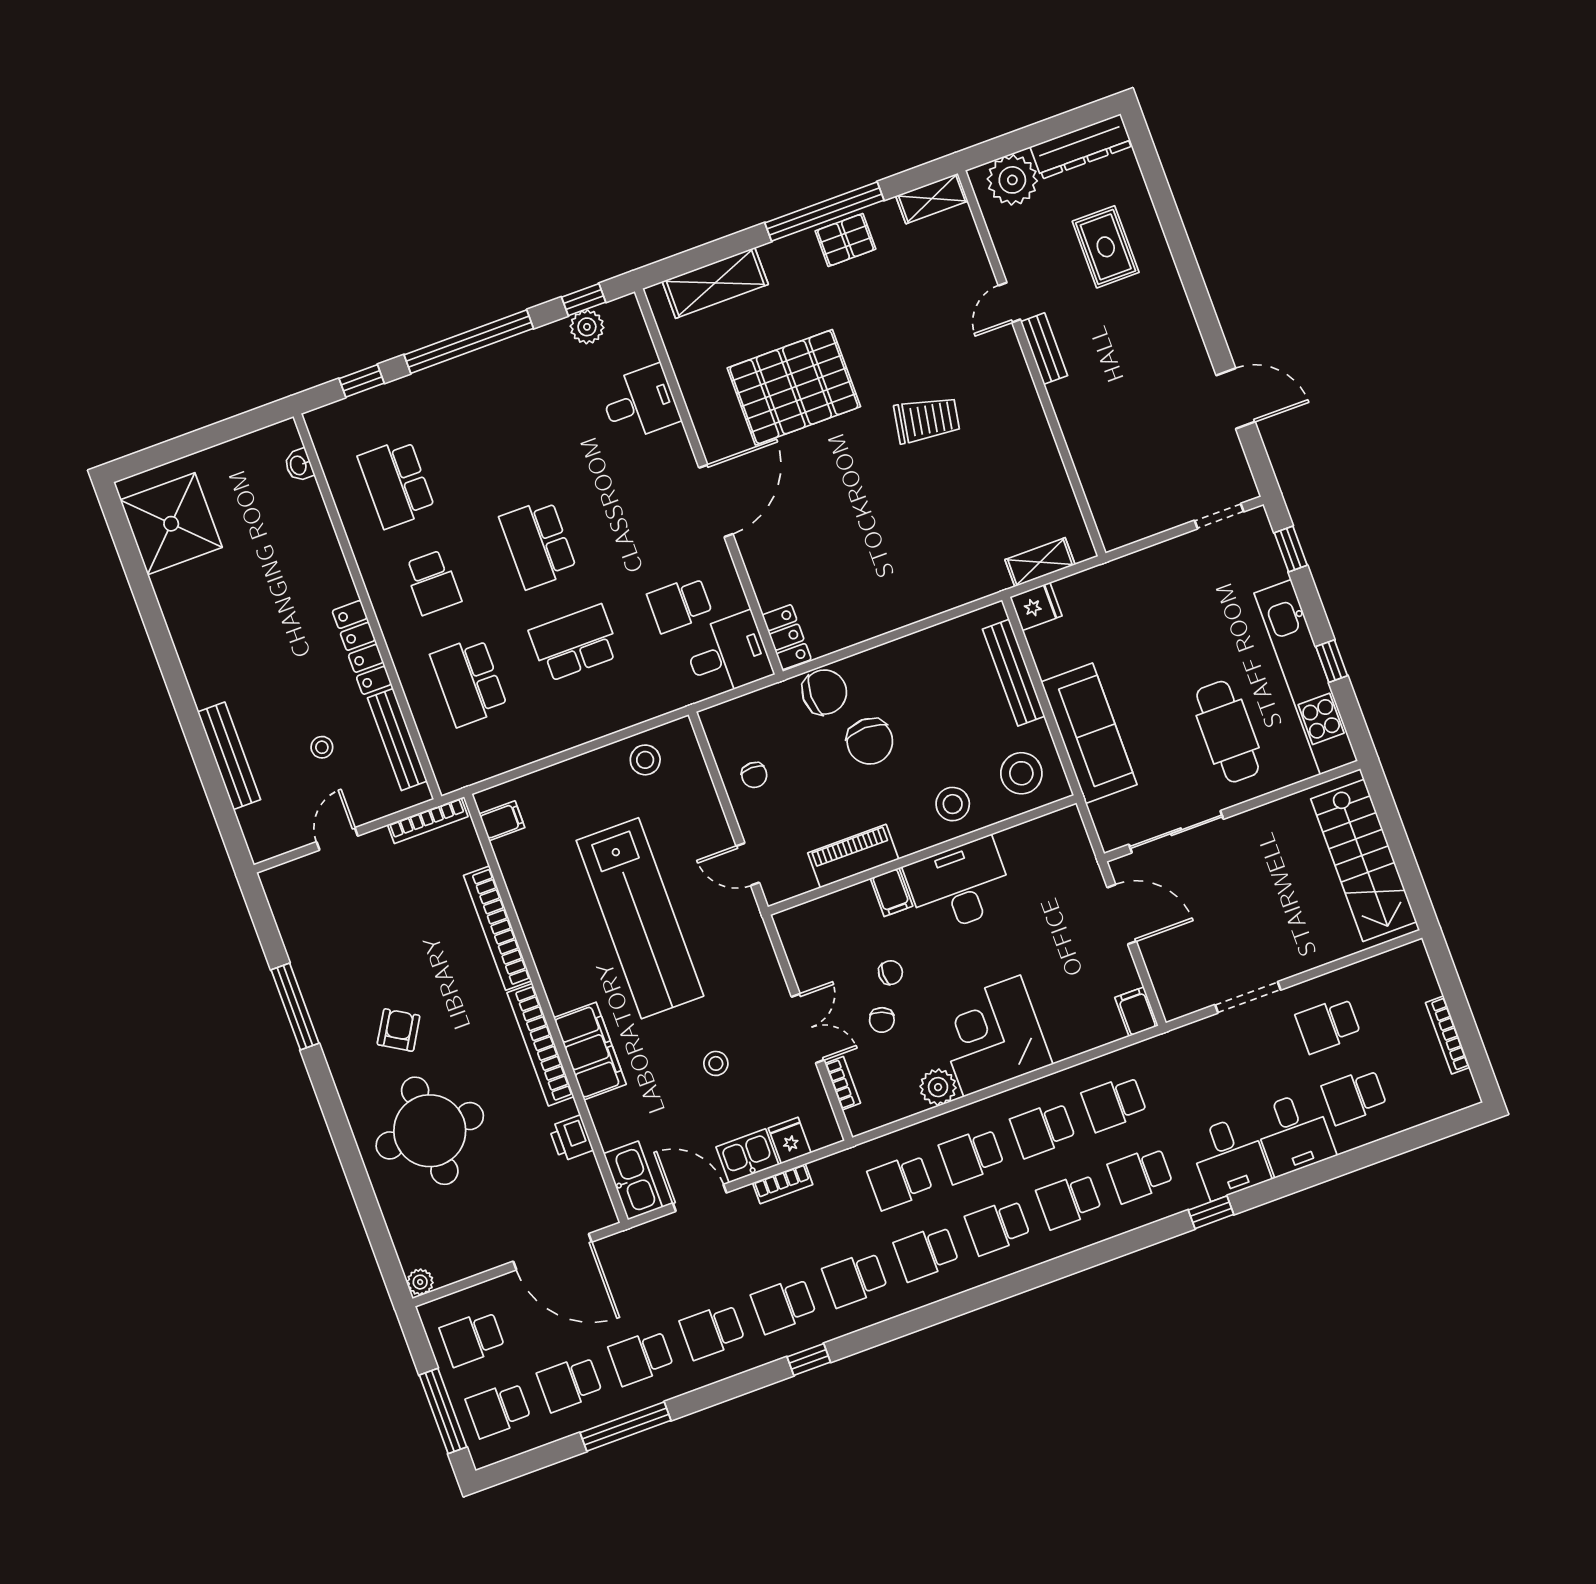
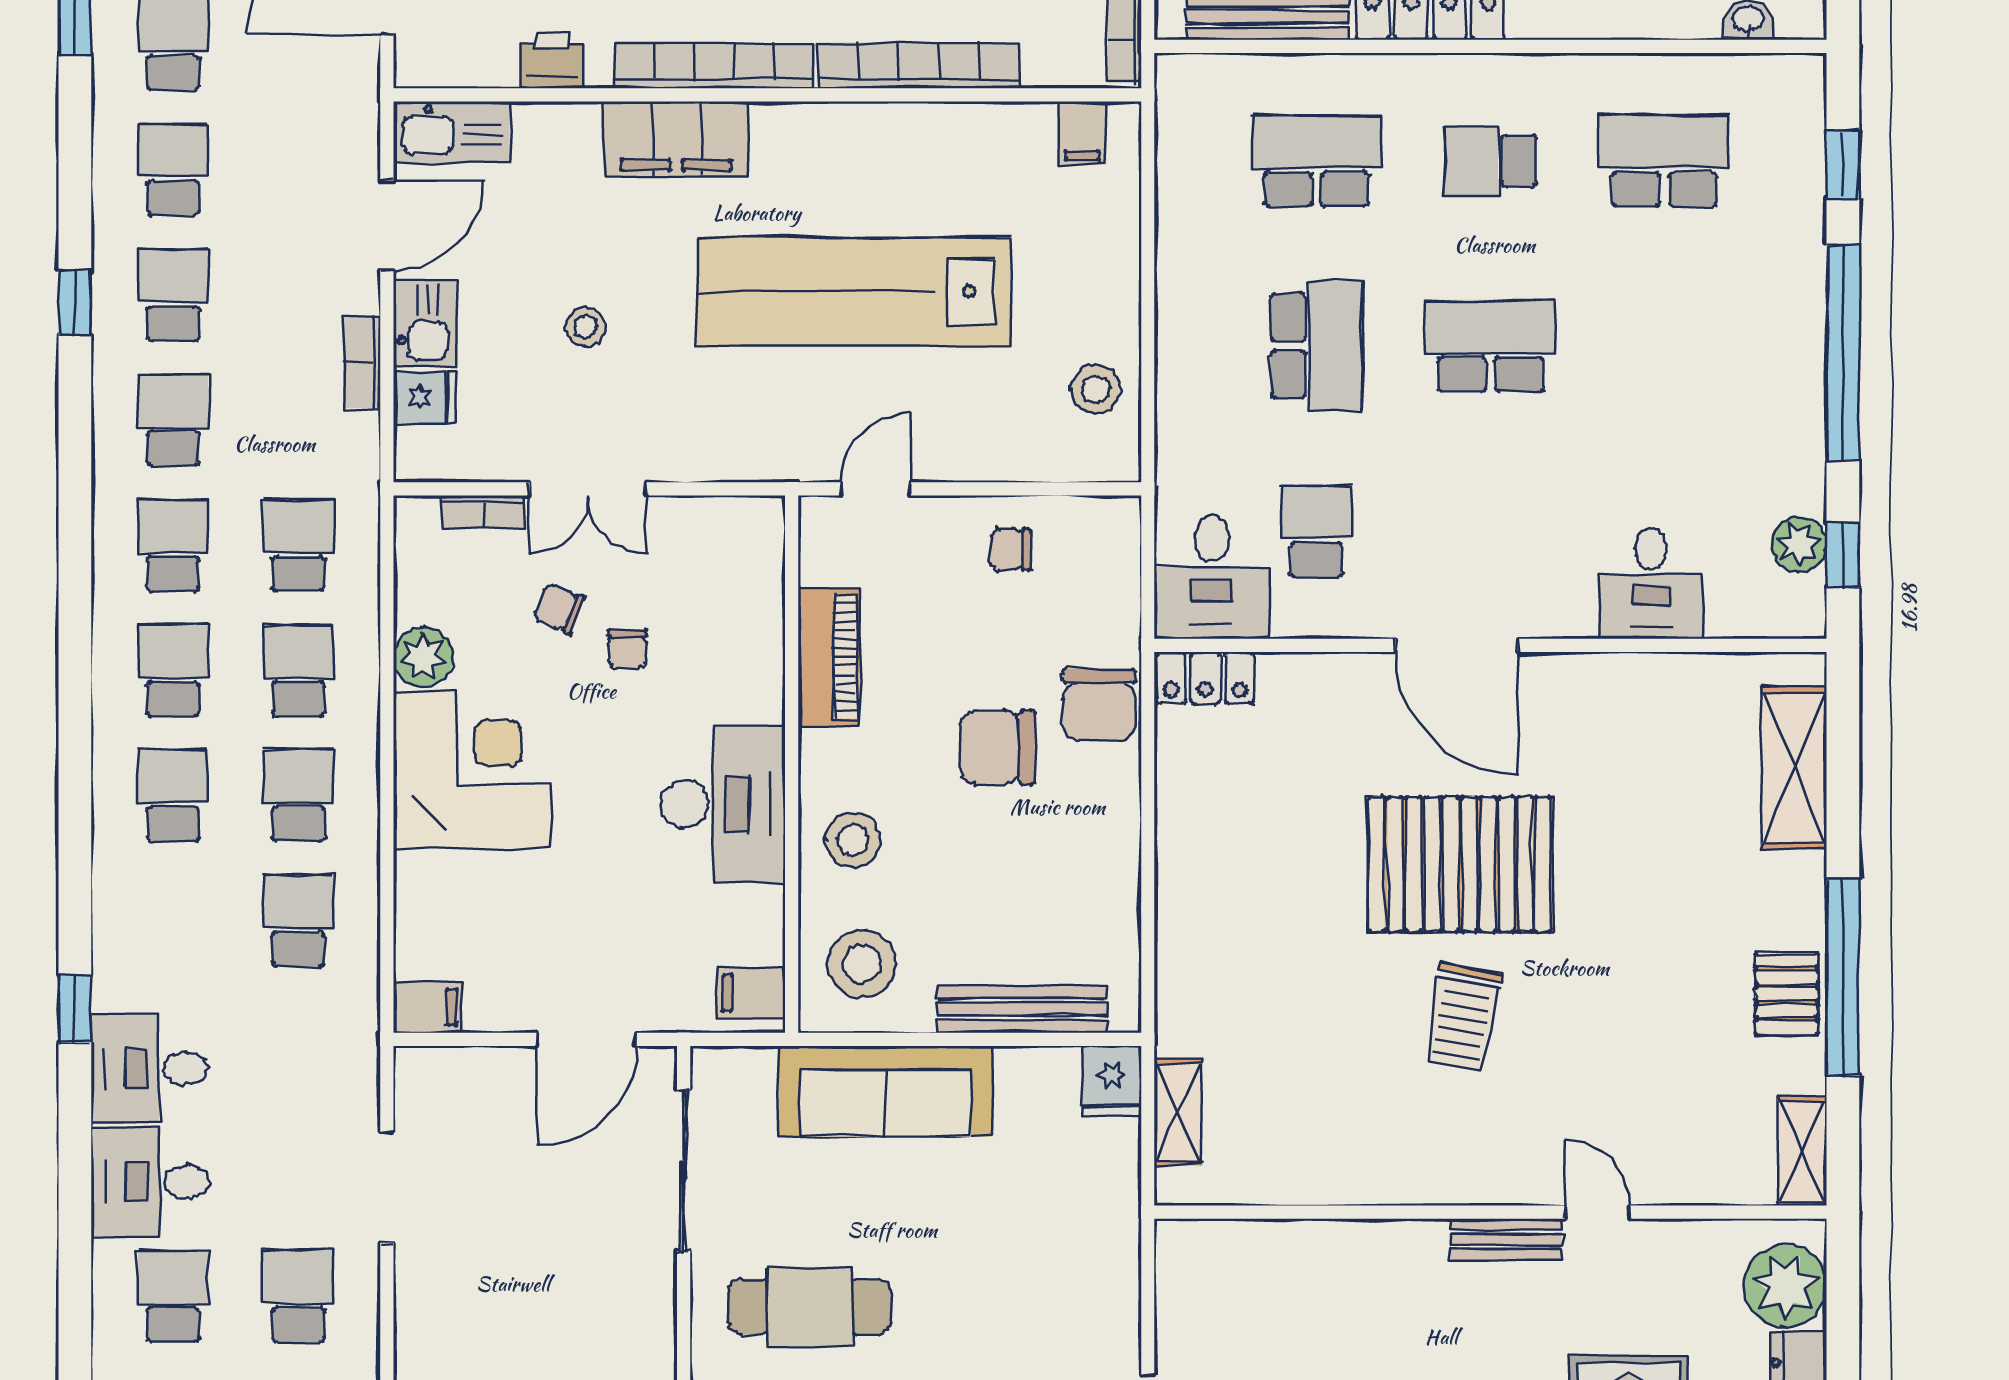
pallet: (794, 387) -> (1460, 864), moved, turned 90
filing cabinet: (891, 892) -> (751, 993), moved
school desk: (1140, 1175) -> (173, 921), removed

